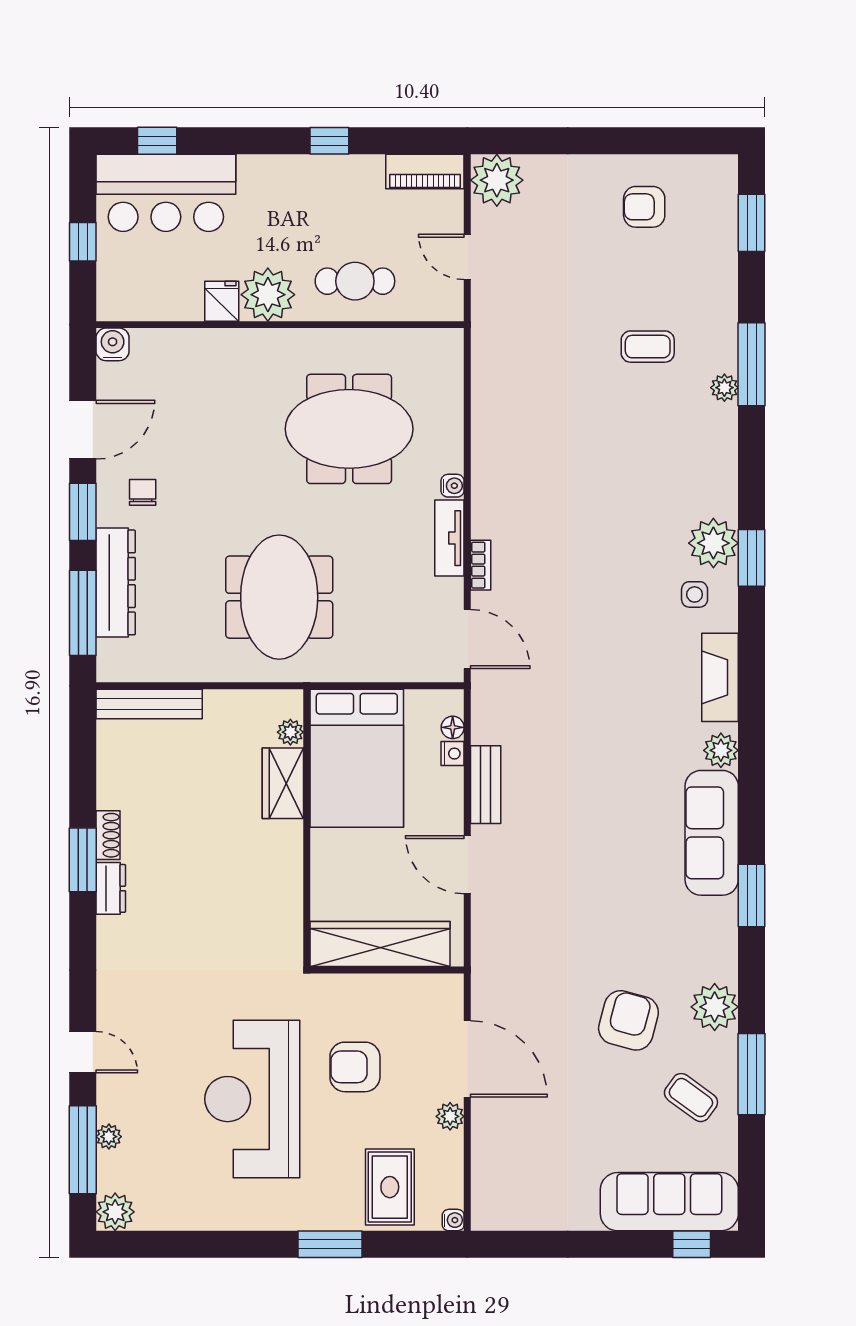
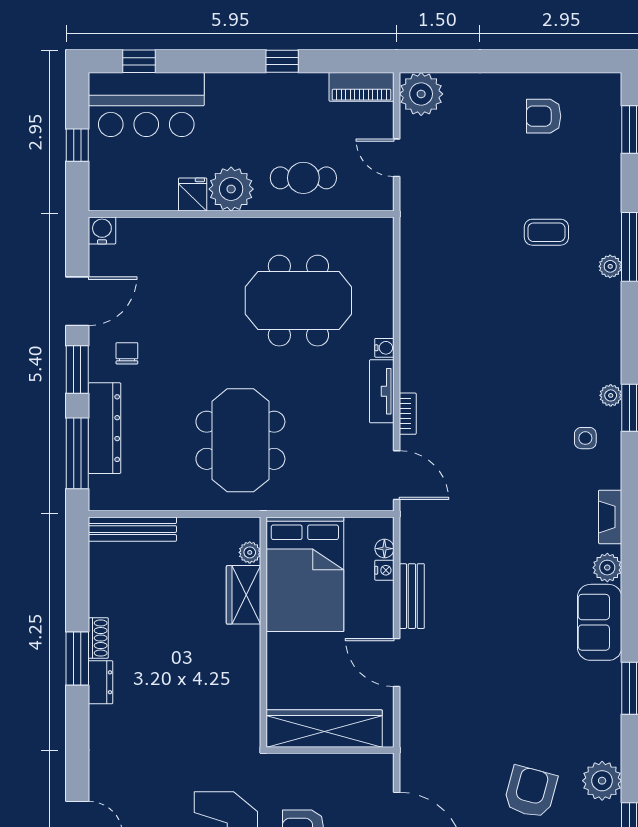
plant: (713, 543) -> (611, 395), width x0.53, depth x0.53
fireplace: (720, 677) -> (610, 517), width x0.73, depth x0.76
sofa: (712, 833) -> (600, 622), width x0.73

